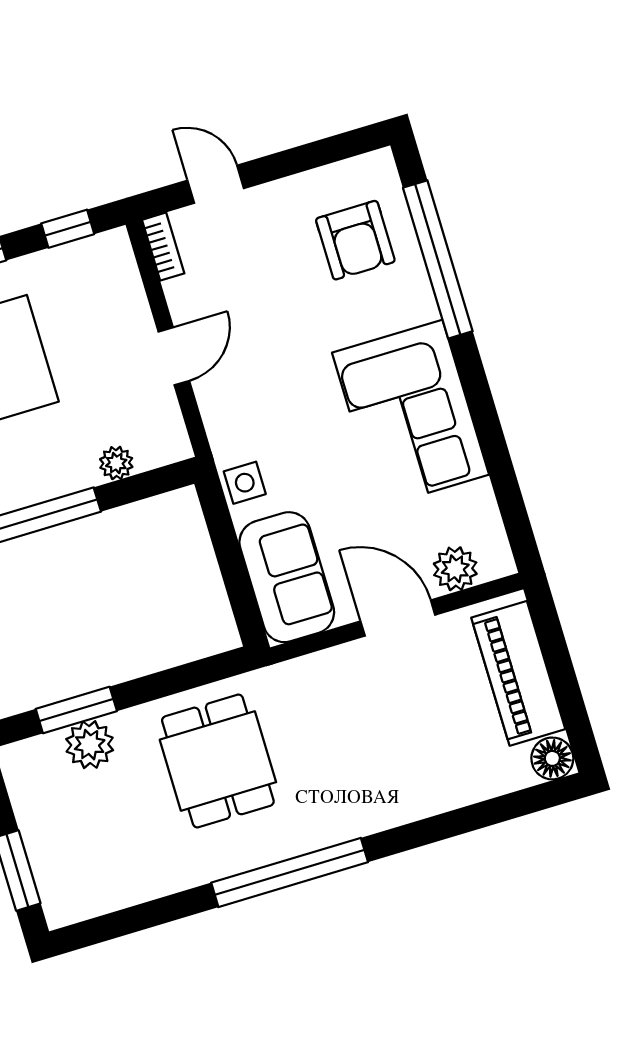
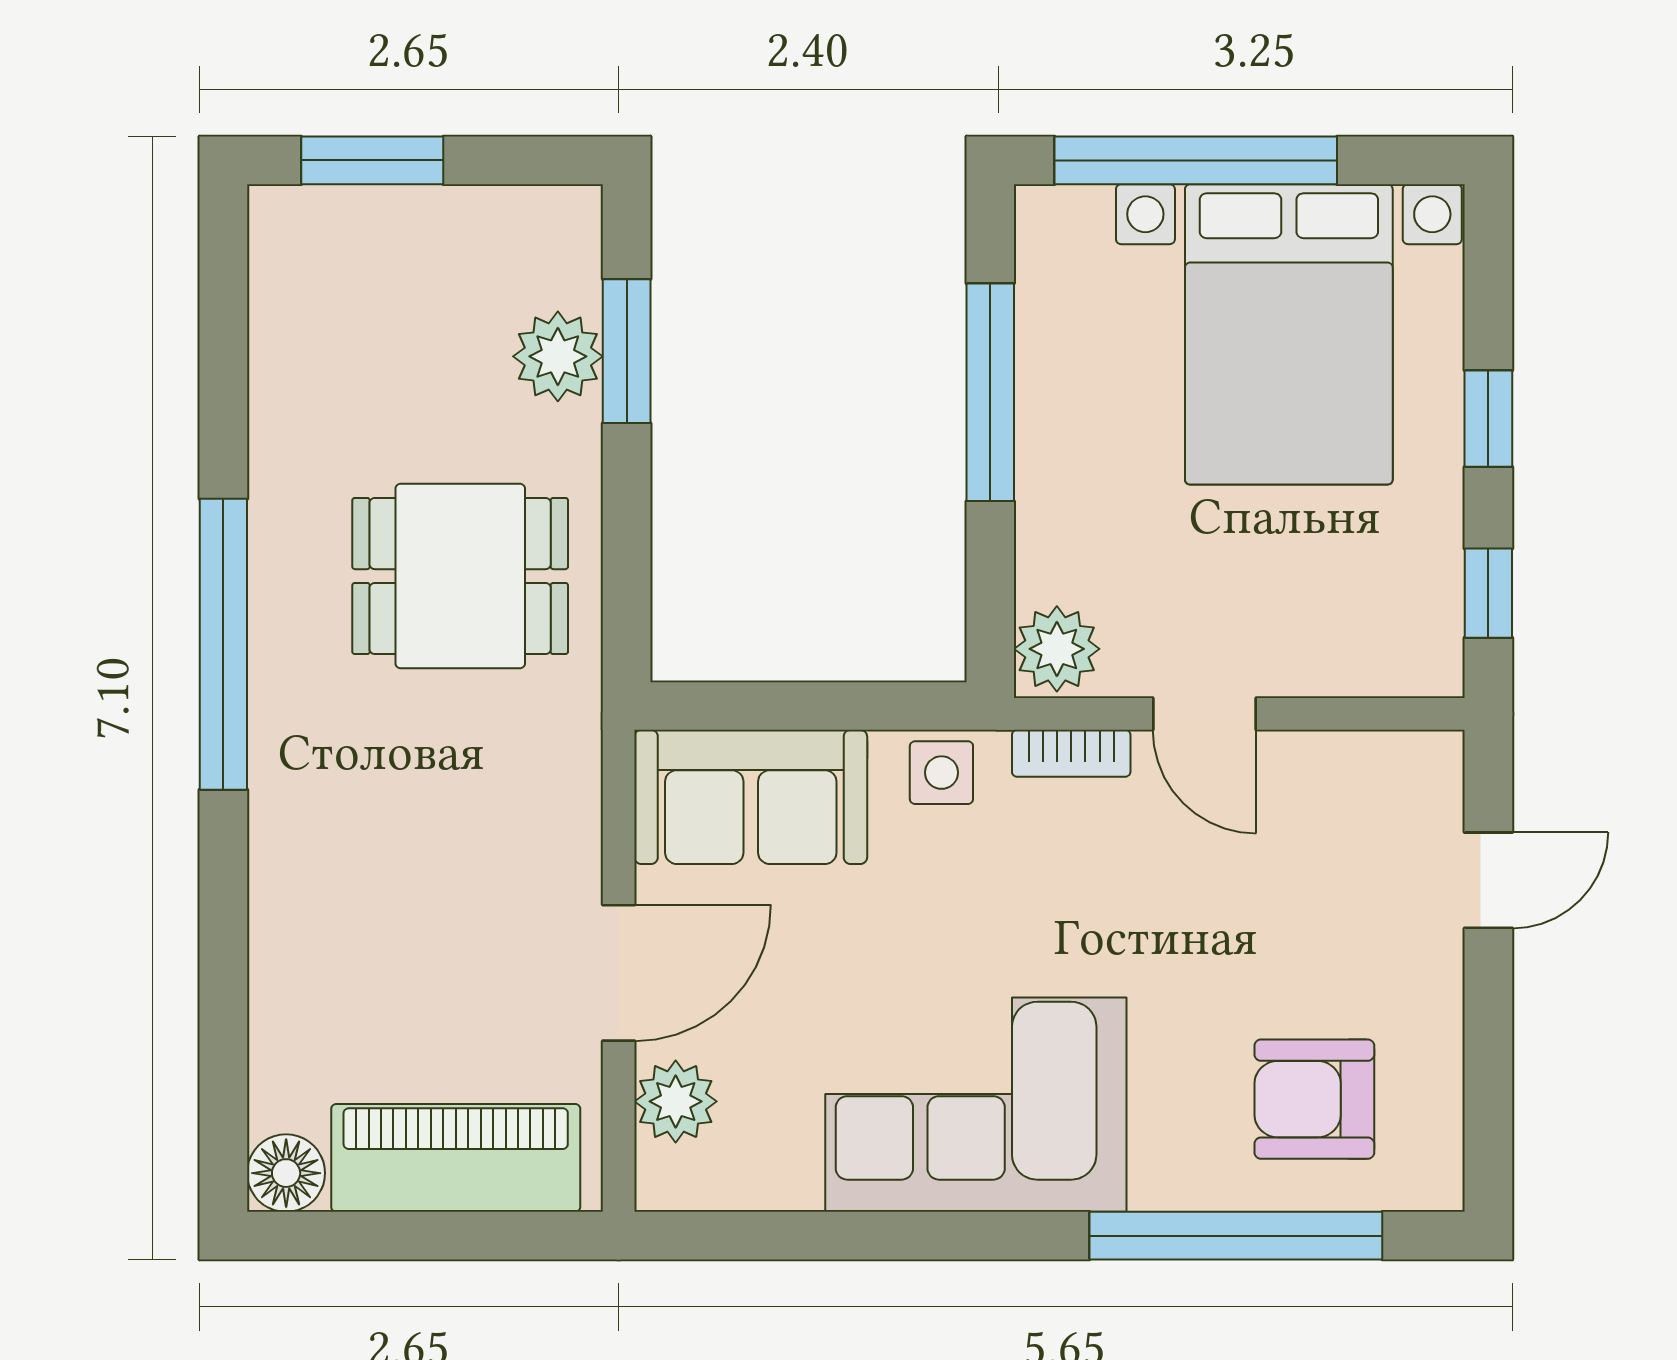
bookcase: (163, 247) -> (1071, 753), moved
plant: (116, 463) -> (1057, 649), moved, width x1.38, depth x1.38

